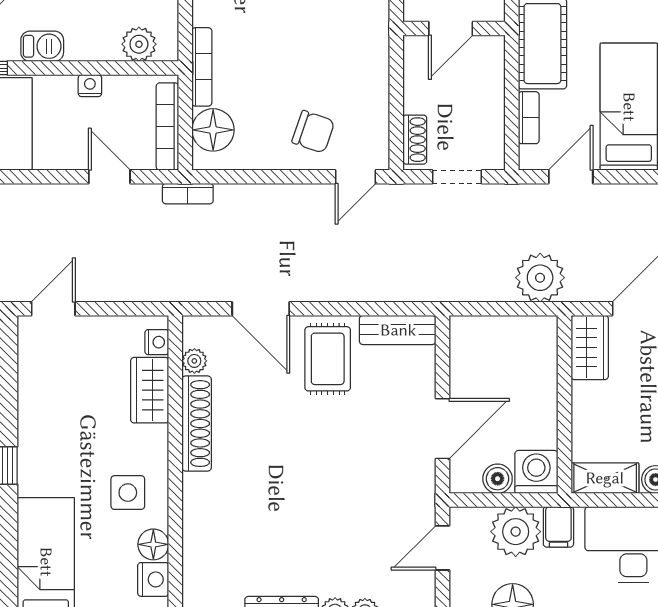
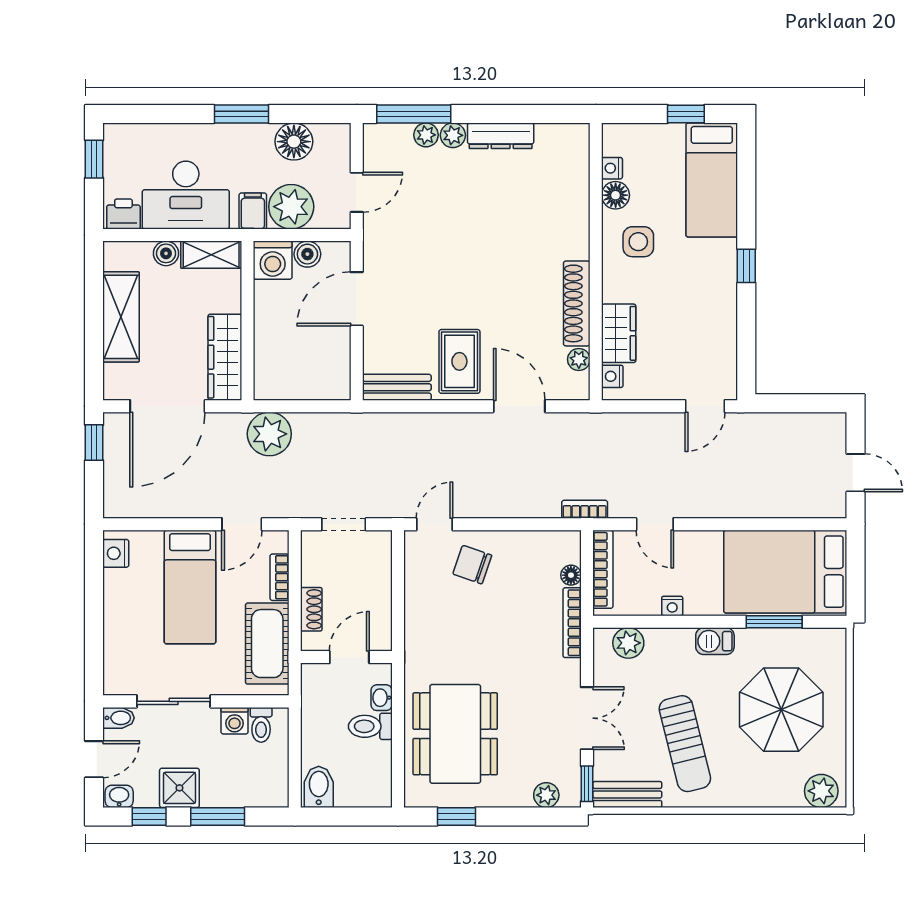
floor lamp: (213, 130) -> (571, 575), width x0.53, depth x0.53
shoe rack: (415, 140) -> (311, 609), moved, turned 180
wardrobe: (590, 347) -> (225, 357), width x1.50
nightstand: (153, 579) -> (612, 168), width x0.72, depth x0.74

